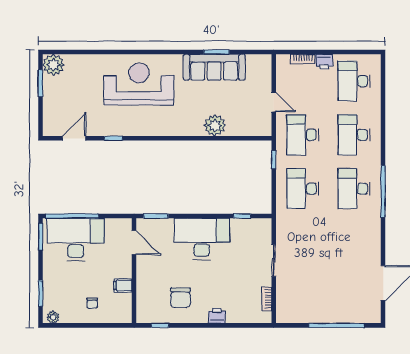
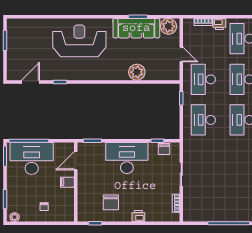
plant: (53, 65) -> (168, 26), moved
chair: (251, 227) -> (164, 149), added
door: (134, 243) -> (76, 161), swing flipped
filing cabinet: (123, 285) -> (67, 182), moved

